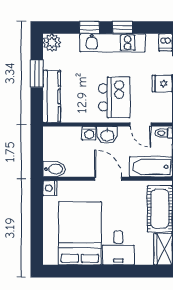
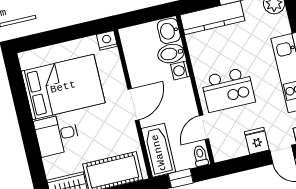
washbasin: (107, 135) -> (169, 31), moved
bidet: (54, 169) -> (171, 54), moved, turned 90

